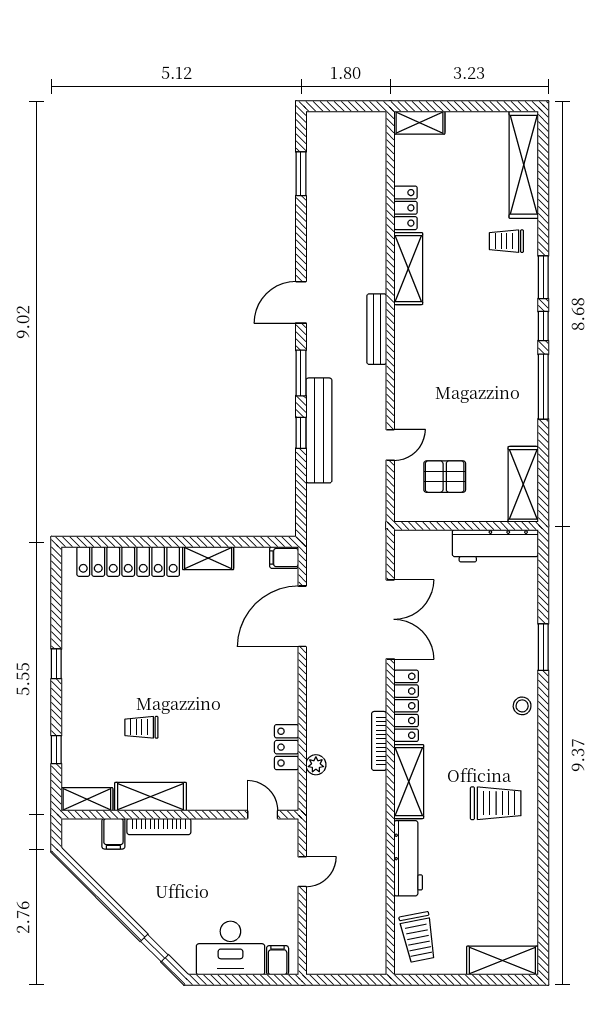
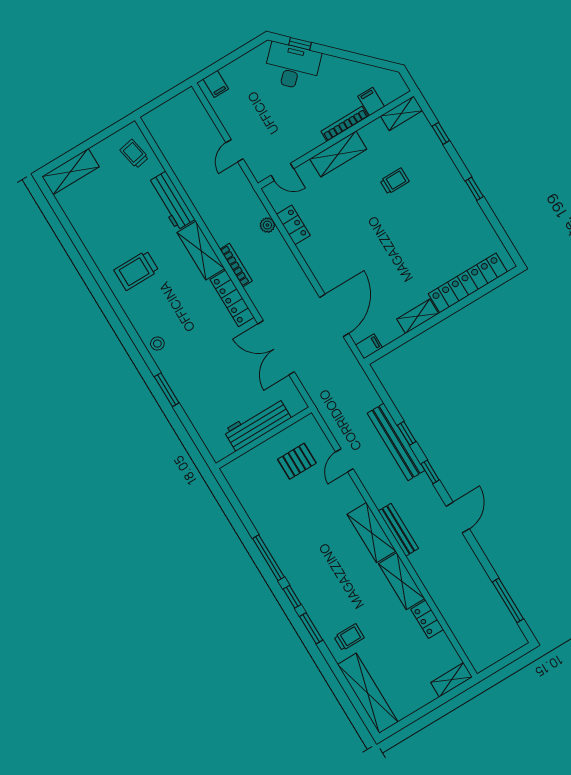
window: (301, 174) -> (508, 600), width x1.44
window: (301, 373) -> (430, 472), width x0.67
shelving: (523, 484) -> (371, 533), moved
workbench: (495, 546) -> (257, 424), moved
shelving: (151, 797) -> (338, 154), moved
trolley: (418, 937) -> (134, 154), width x0.73, depth x0.72
desk: (230, 948) -> (292, 66), moved, turned 45

